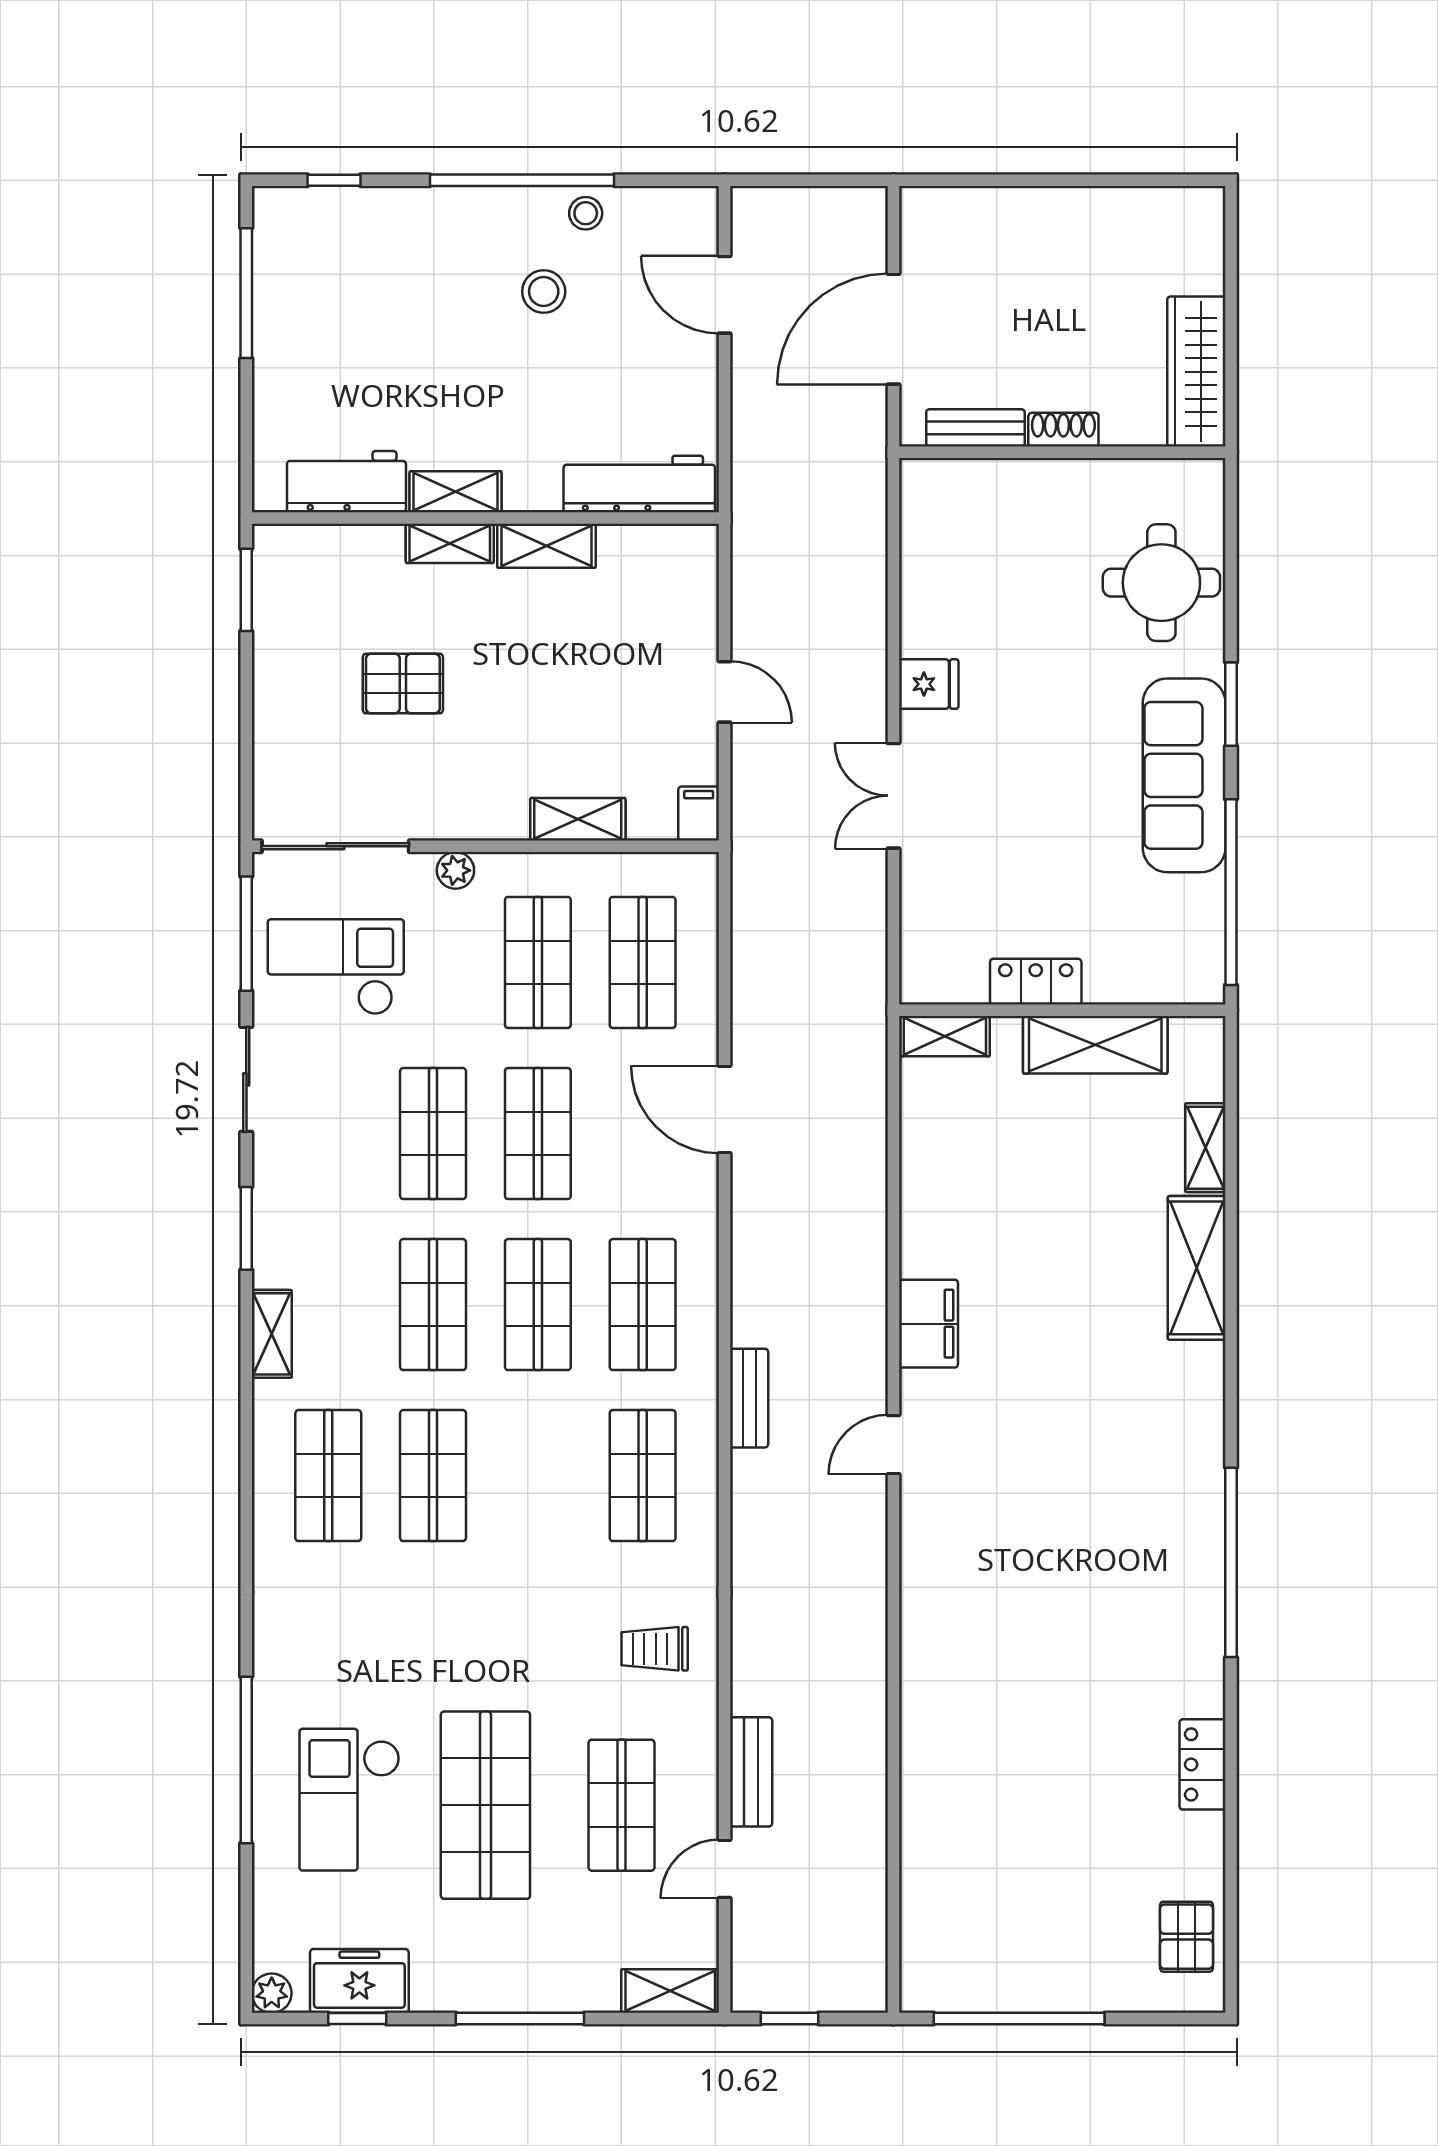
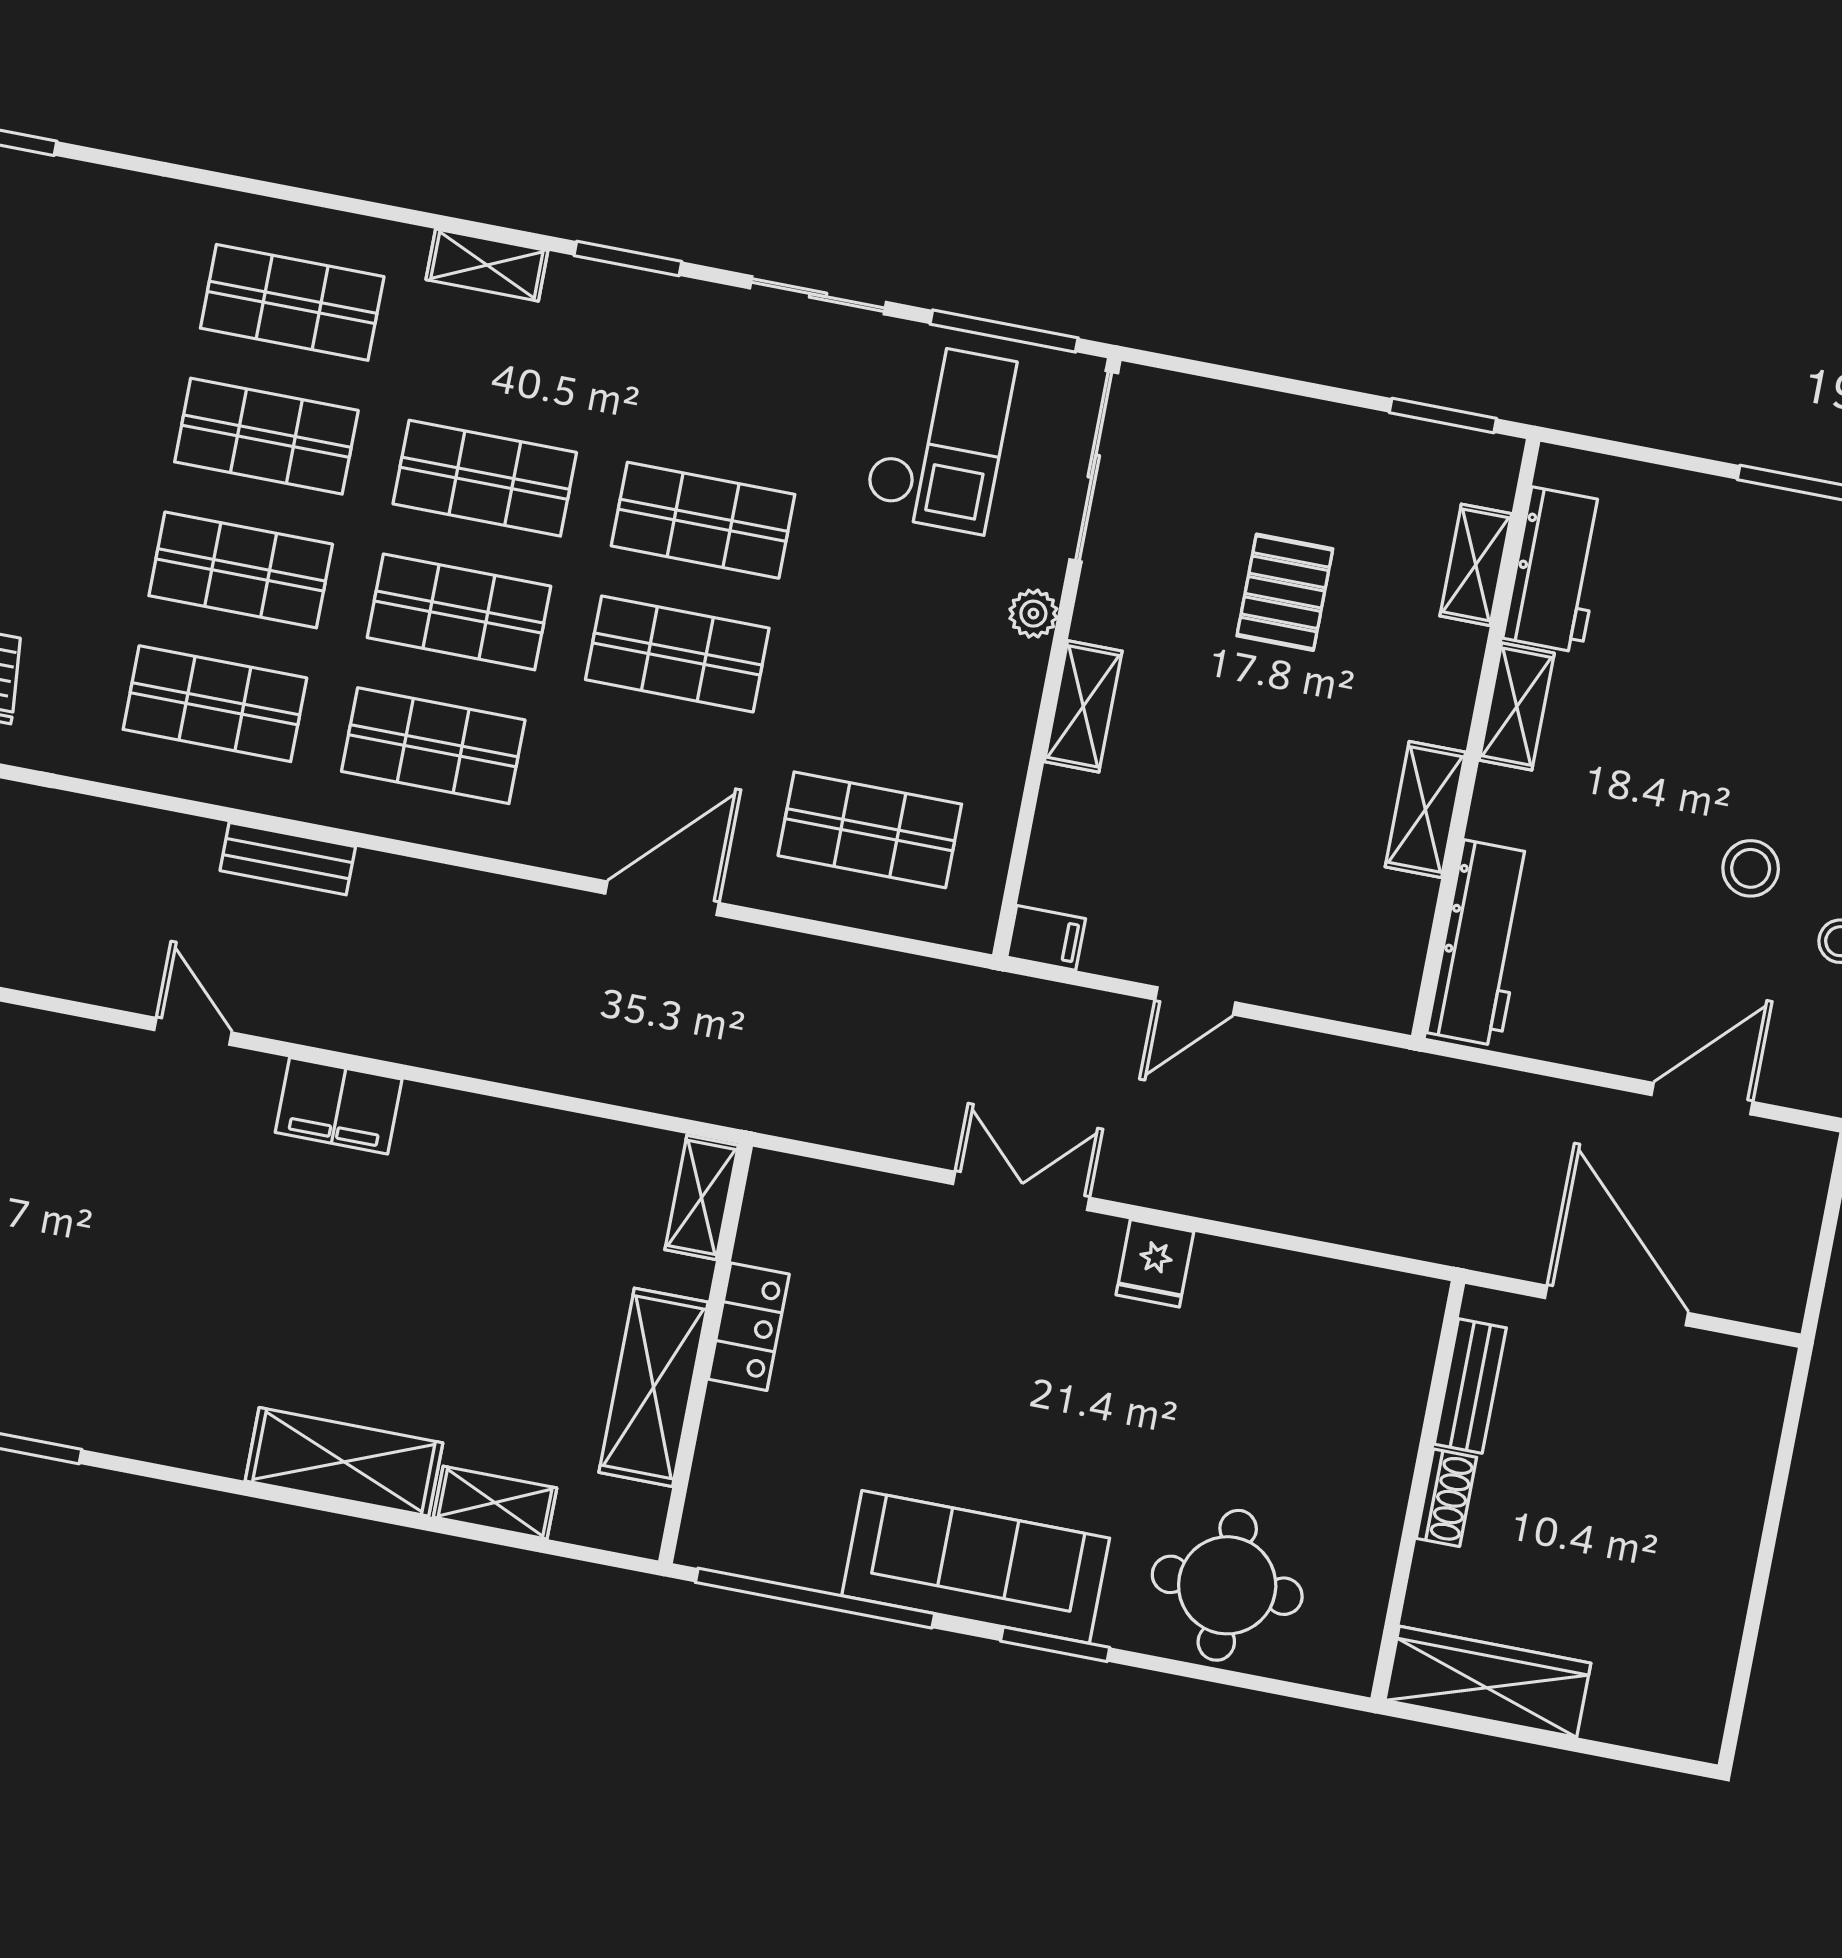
shelving: (450, 543) -> (1476, 565), moved
shelving: (578, 819) -> (1083, 706), moved
shop shelf: (538, 962) -> (241, 570), moved

